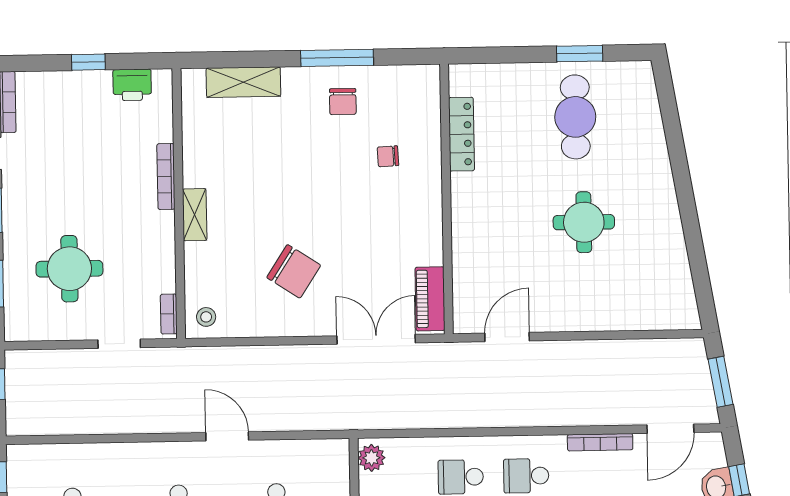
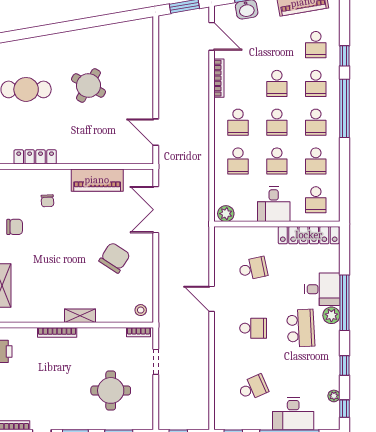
round table: (584, 222) -> (88, 85), turned 30
piano: (430, 299) -> (97, 180), moved, width x1.37, depth x1.33
door: (227, 436) -> (212, 299), hinge flipped

